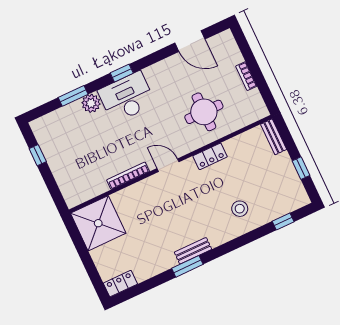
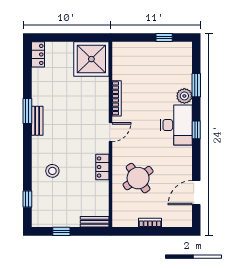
round table: (204, 112) -> (138, 178), turned -35

